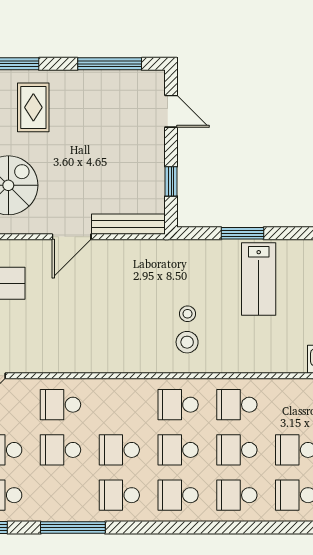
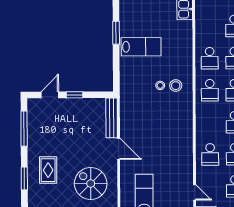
rug: (33, 107) -> (48, 170), turned 90
window: (171, 181) -> (75, 95), moved
window: (242, 233) -> (116, 33), moved

